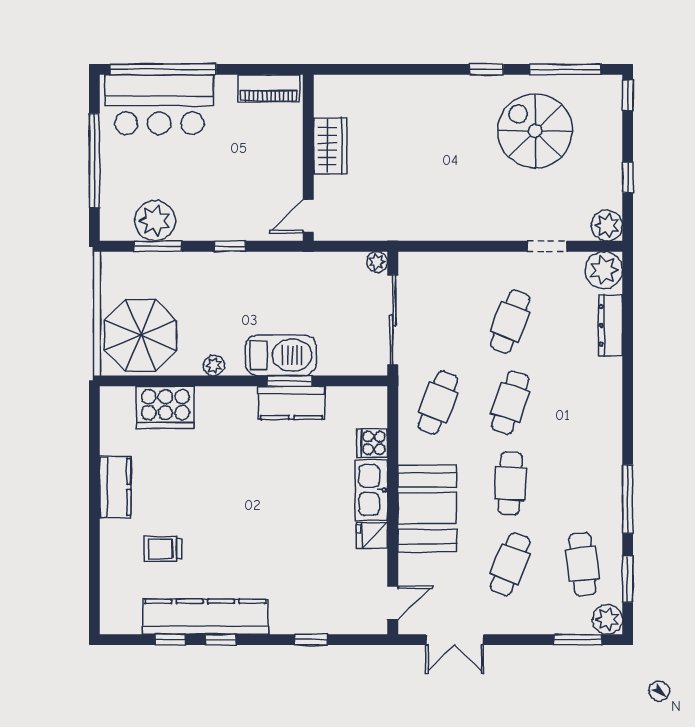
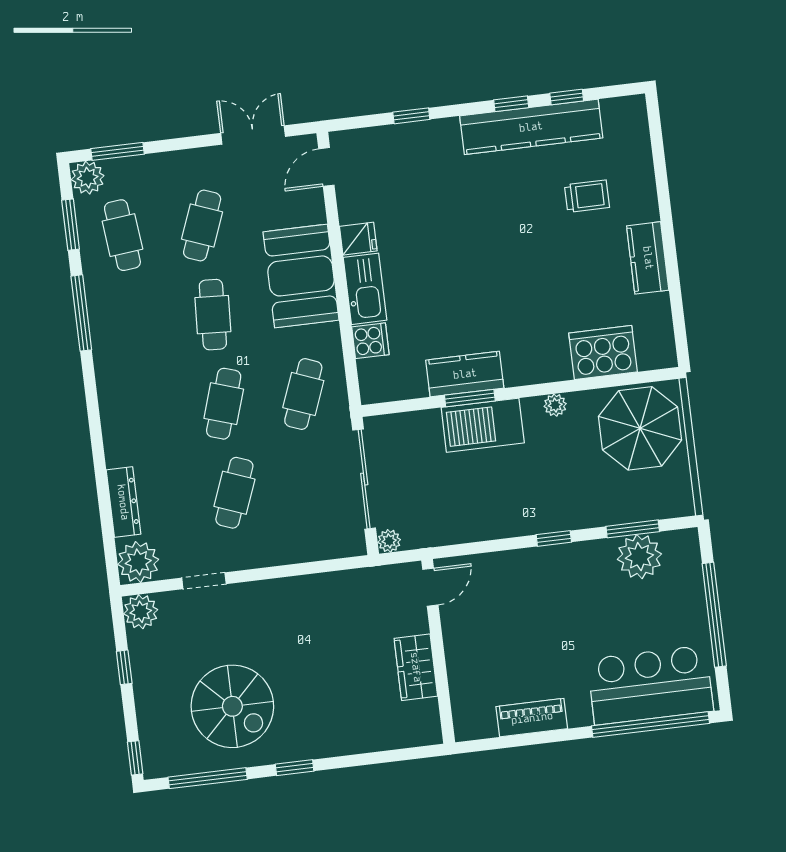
wardrobe: (330, 146) -> (416, 667), moved
wall: (308, 158) -> (438, 651), moved
door: (308, 216) -> (430, 587), moved

